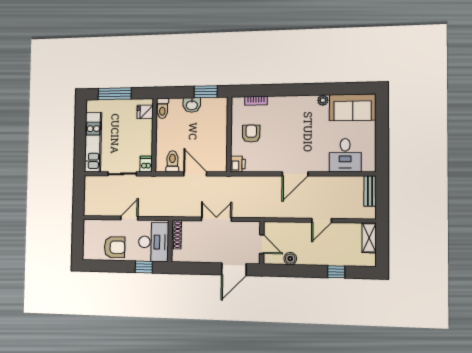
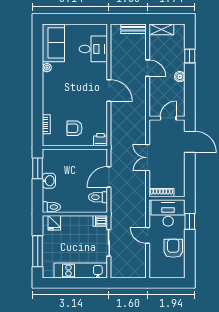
bench: (370, 191) -> (133, 29), moved
boiler: (290, 259) -> (180, 77), moved

